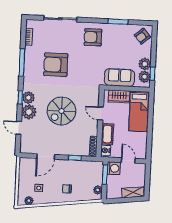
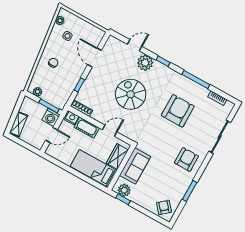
plant: (145, 64) -> (136, 197), removed
plant: (28, 98) -> (159, 69), removed

